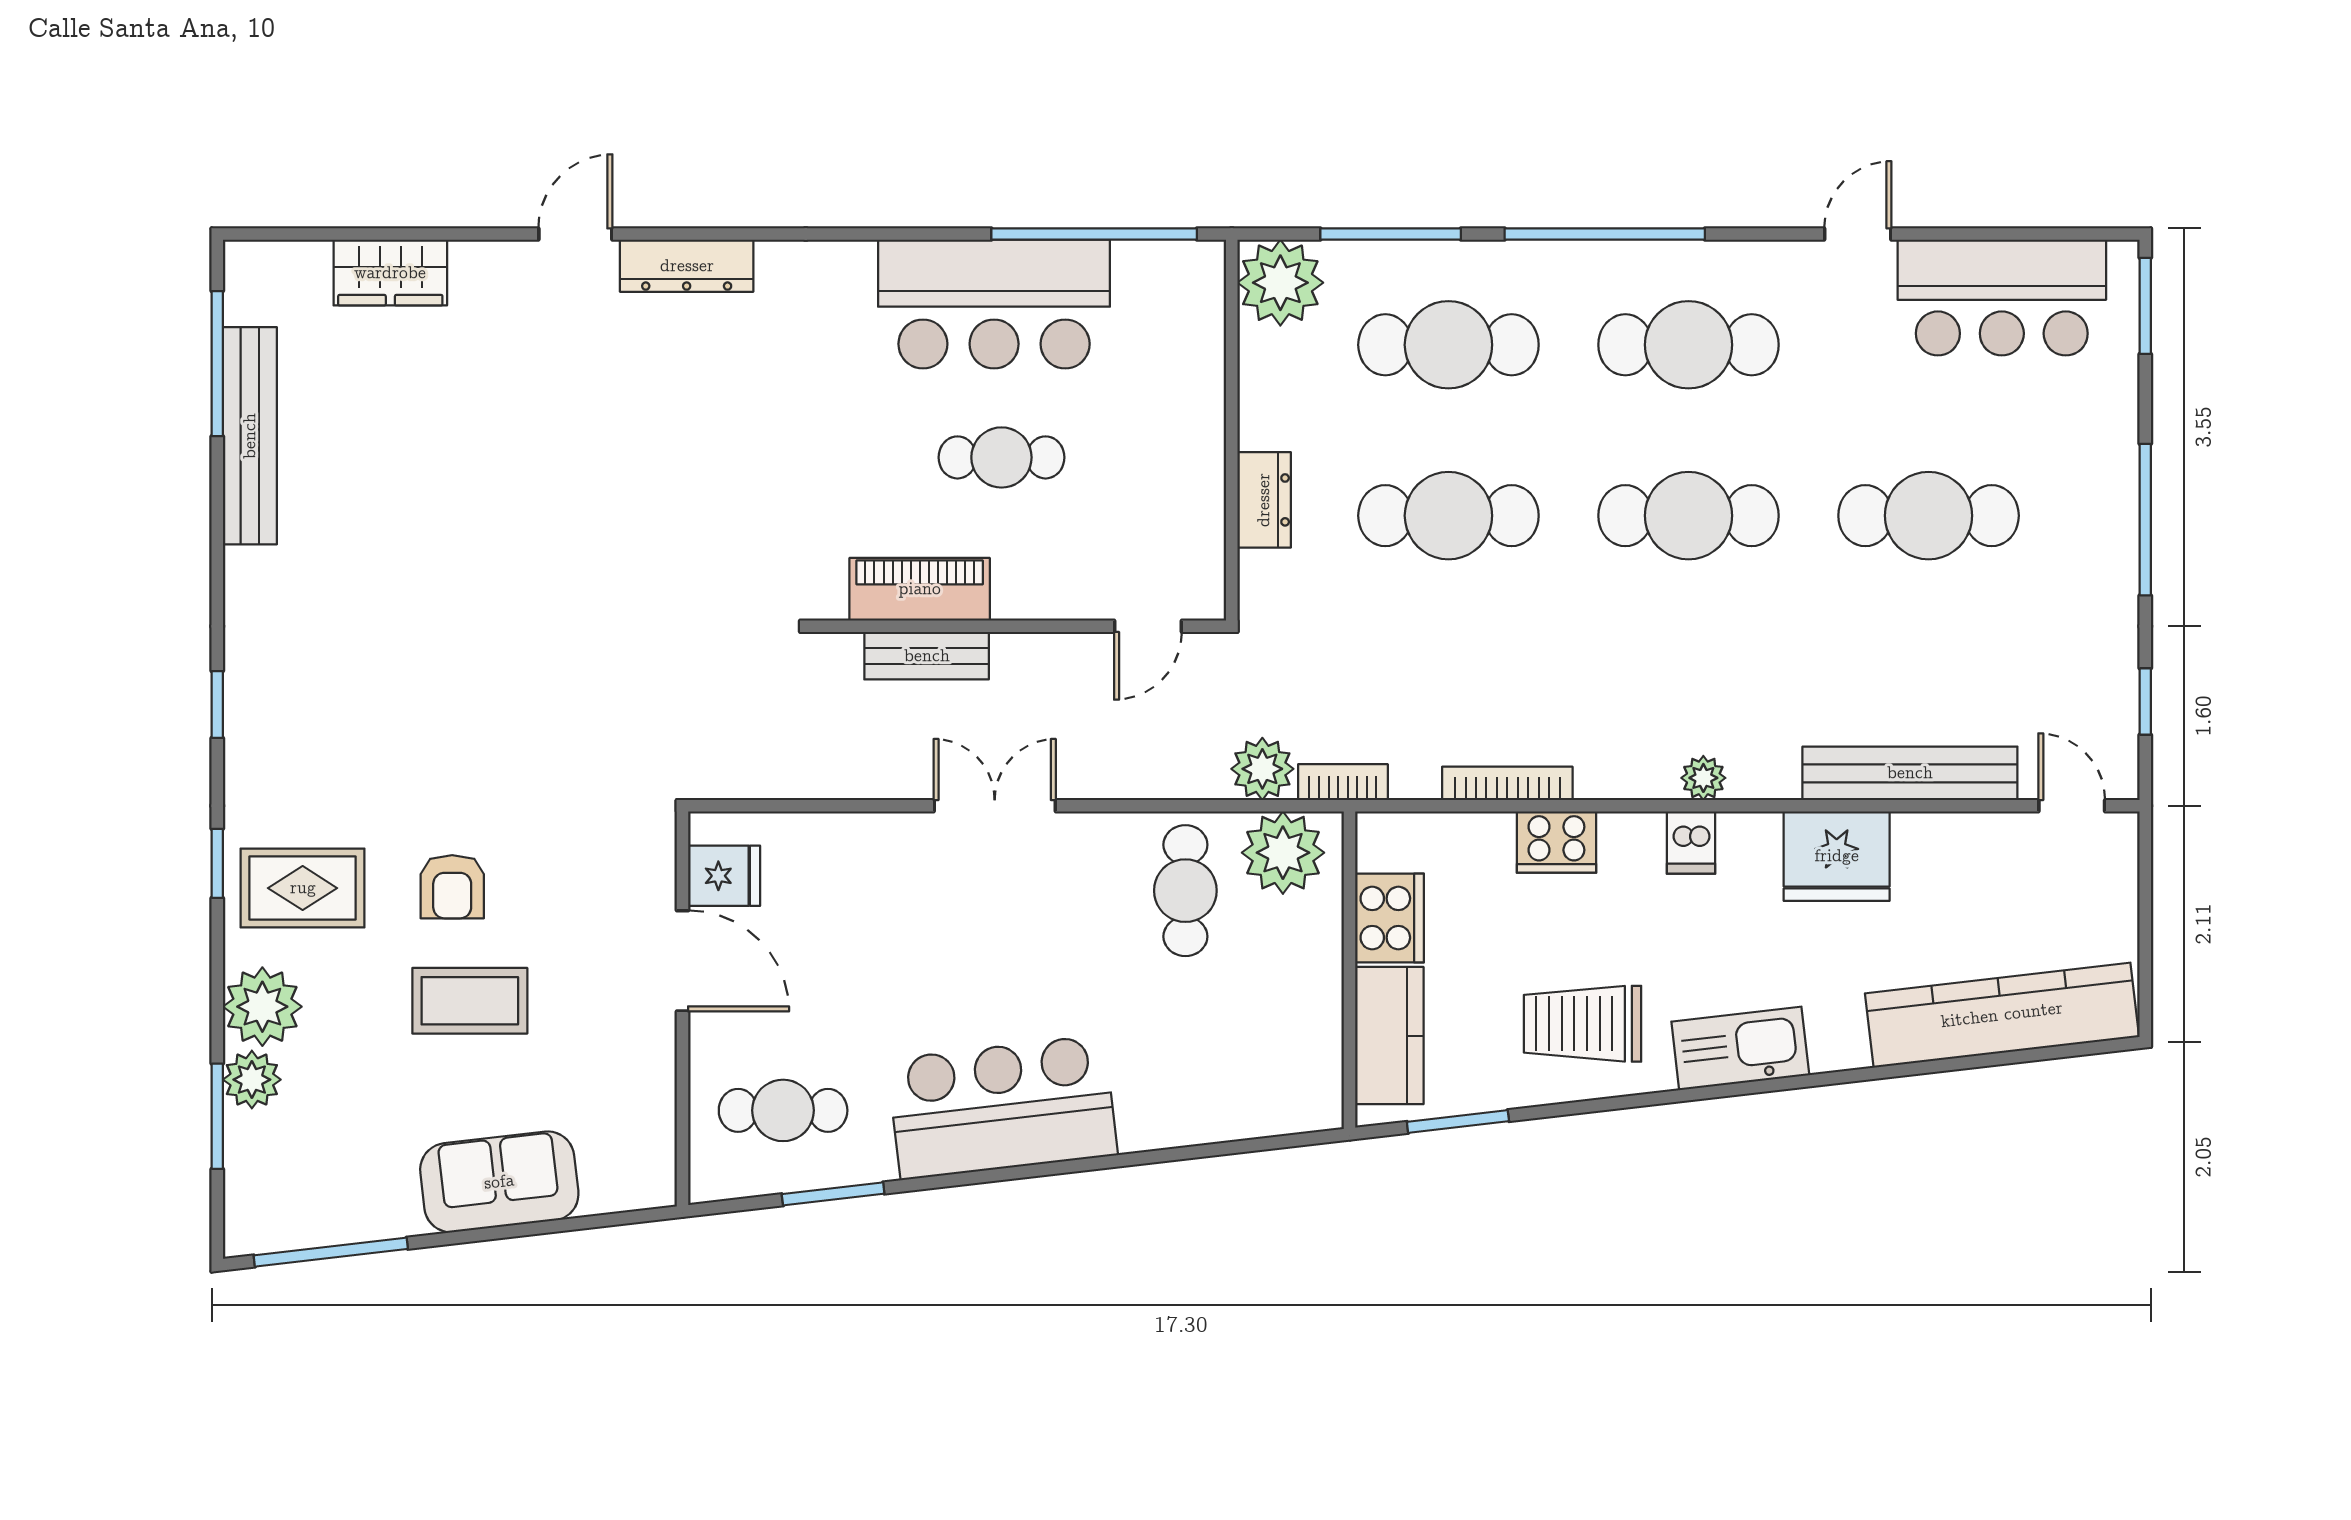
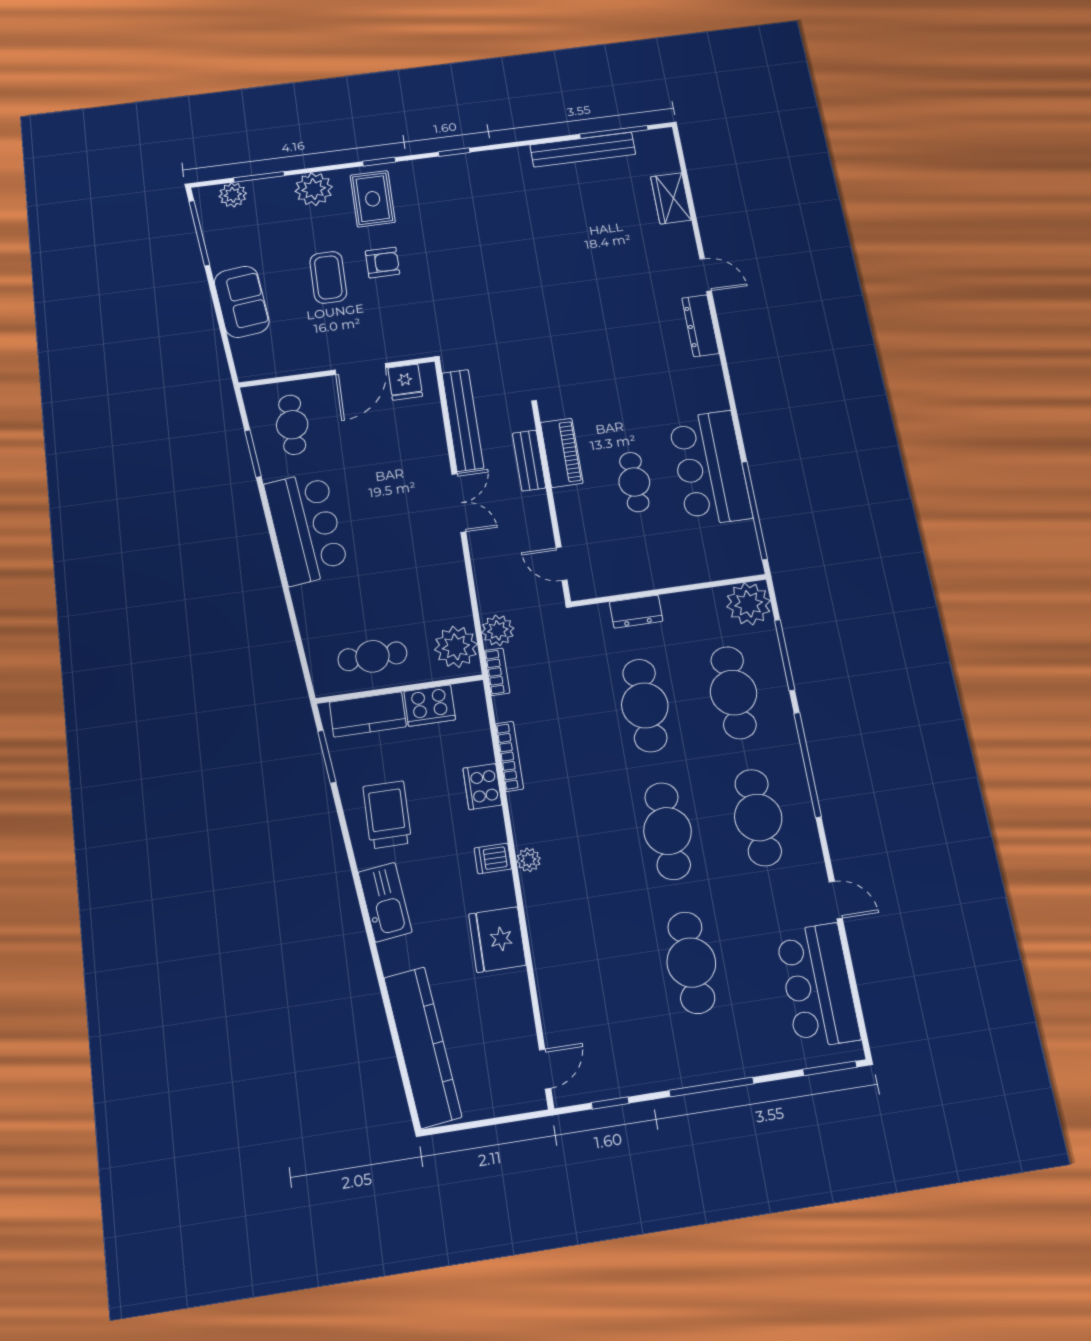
bench: (1910, 773) -> (463, 420), moved
armchair: (452, 887) -> (382, 263), turned 180
cafe table: (1185, 891) -> (372, 656), moved
plant: (252, 1080) -> (233, 195), moved

